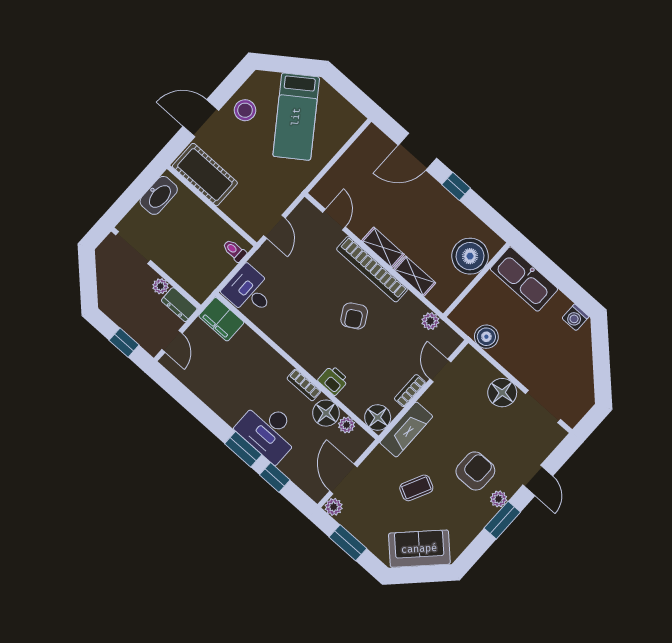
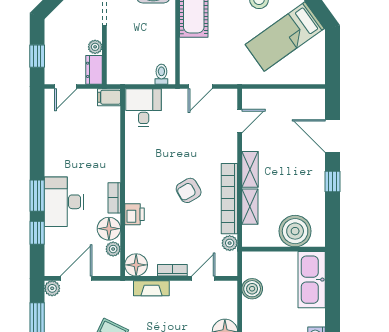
bookcase: (372, 269) -> (229, 199), moved
filing cabinet: (221, 319) -> (109, 97), width x0.50
fireplace: (406, 429) -> (151, 288), width x0.73, depth x0.76

